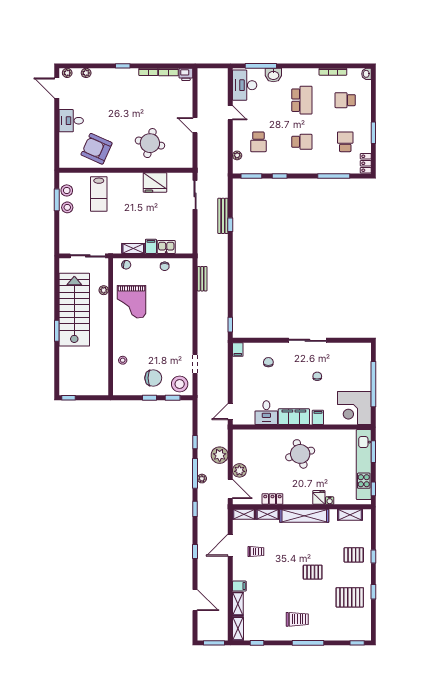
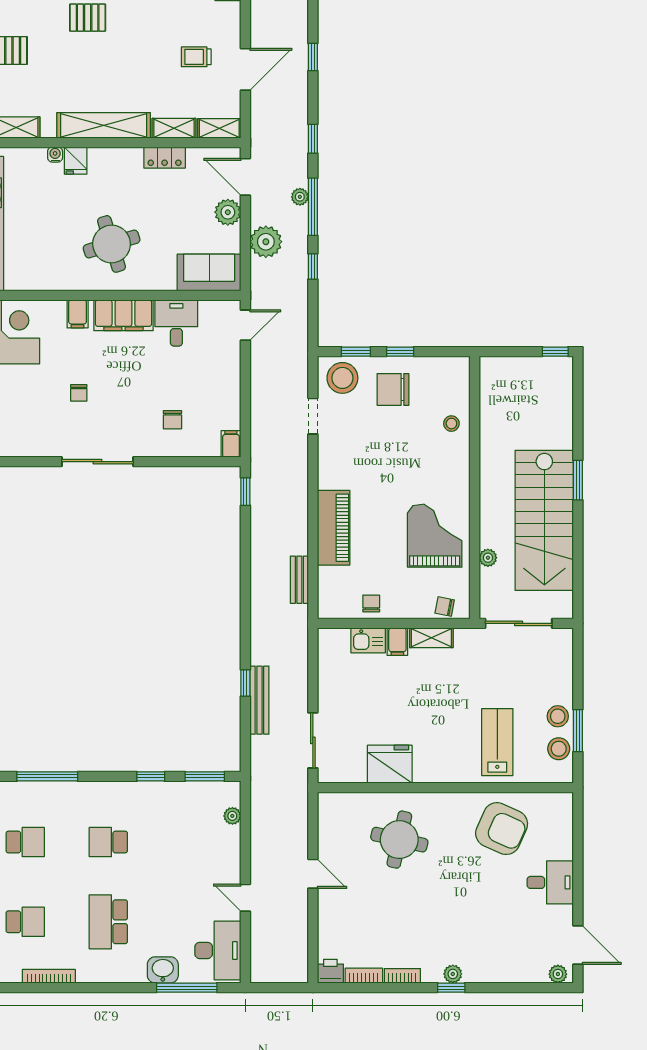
plant: (86, 73) -> (453, 974), moved
school desk: (258, 142) -> (191, 842), removed
school desk: (345, 142) -> (25, 842), turned -90
piano: (184, 306) -> (334, 528), added
sofa: (249, 439) -> (209, 272), added

